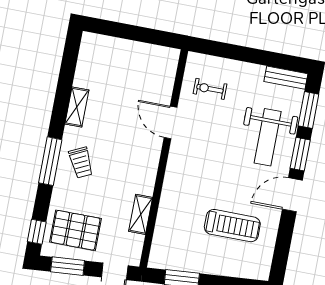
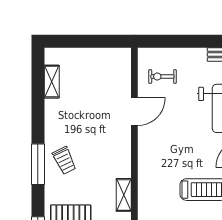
shelving: (77, 107) -> (52, 82), moved
door: (171, 122) -> (134, 112), swing flipped

